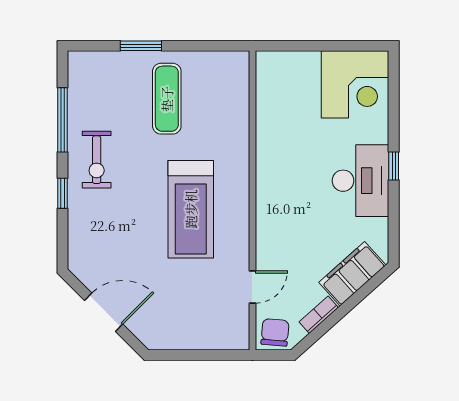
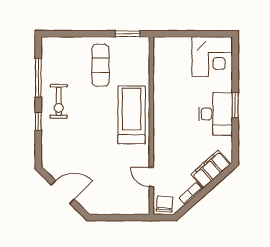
window: (141, 46) -> (128, 34), moved
window: (394, 166) -> (235, 105), width x1.50
treadmill: (191, 209) -> (132, 115), moved, turned 180
door: (252, 287) -> (151, 177), swing flipped

